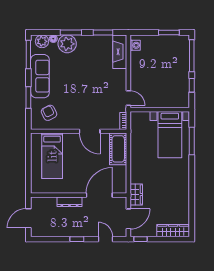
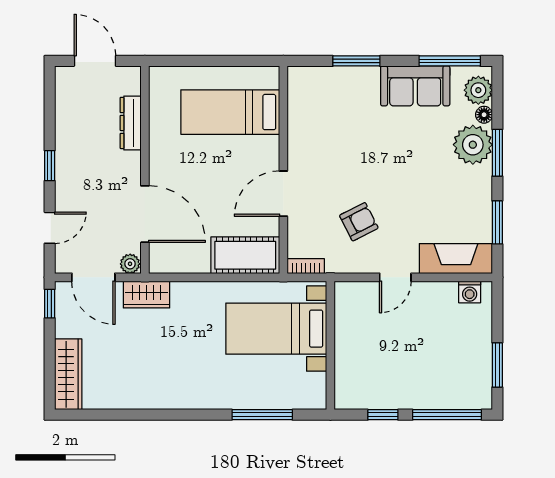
sofa: (40, 76) -> (415, 86), width x0.73
door: (128, 98) -> (395, 277), moved
armchair: (49, 113) -> (359, 222), moved
bed with nightstands: (170, 135) -> (276, 329), moved
dresser: (69, 202) -> (131, 123), moved
plant: (122, 202) -> (130, 264), added

